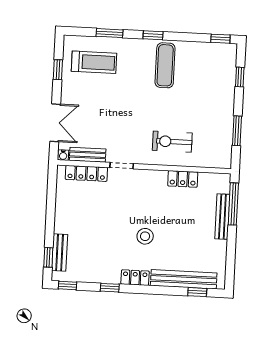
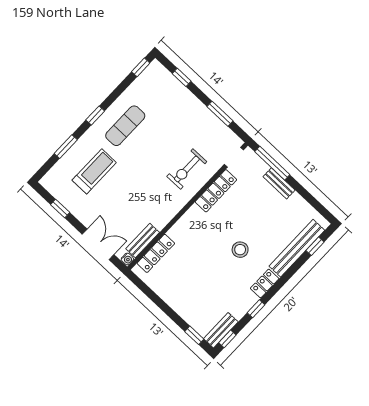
treadmill: (94, 62) -> (94, 171), moved
exercise mat: (165, 65) -> (125, 126), turned 90
doorway: (122, 166) -> (234, 157), moved
locker: (183, 179) -> (216, 191), width x1.53
bench: (222, 217) -> (279, 183), width x0.73
bench: (60, 253) -> (221, 330), moved, turned 90

